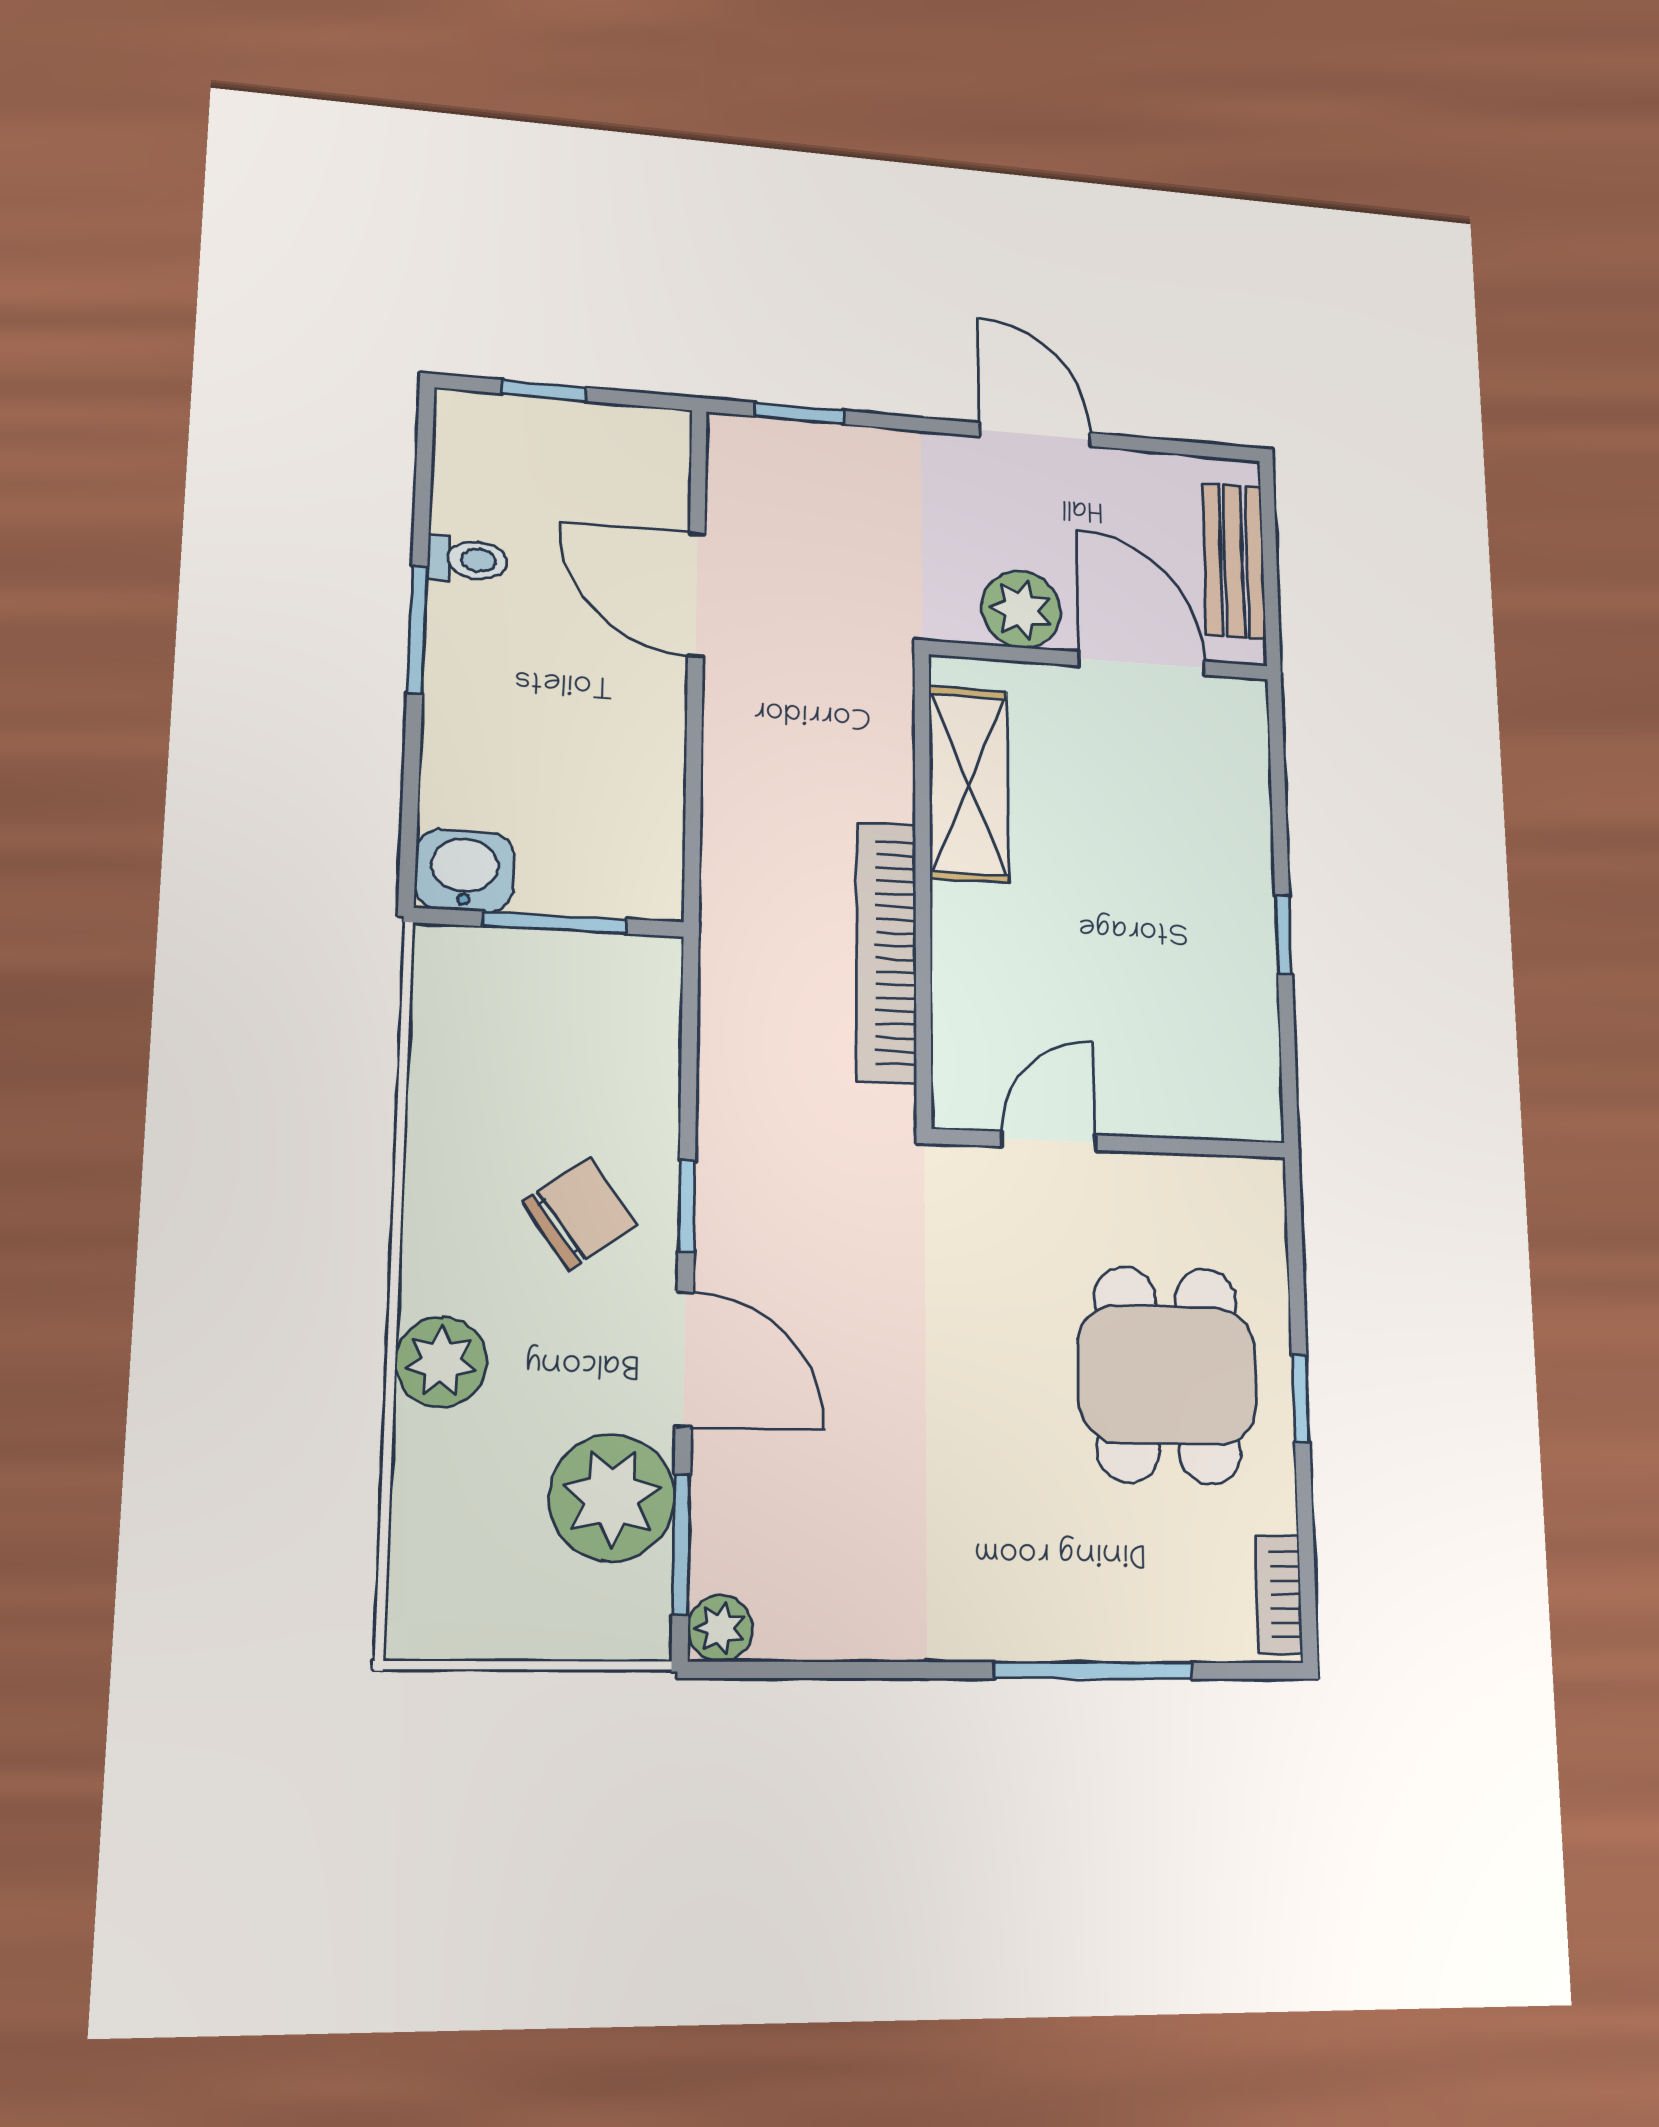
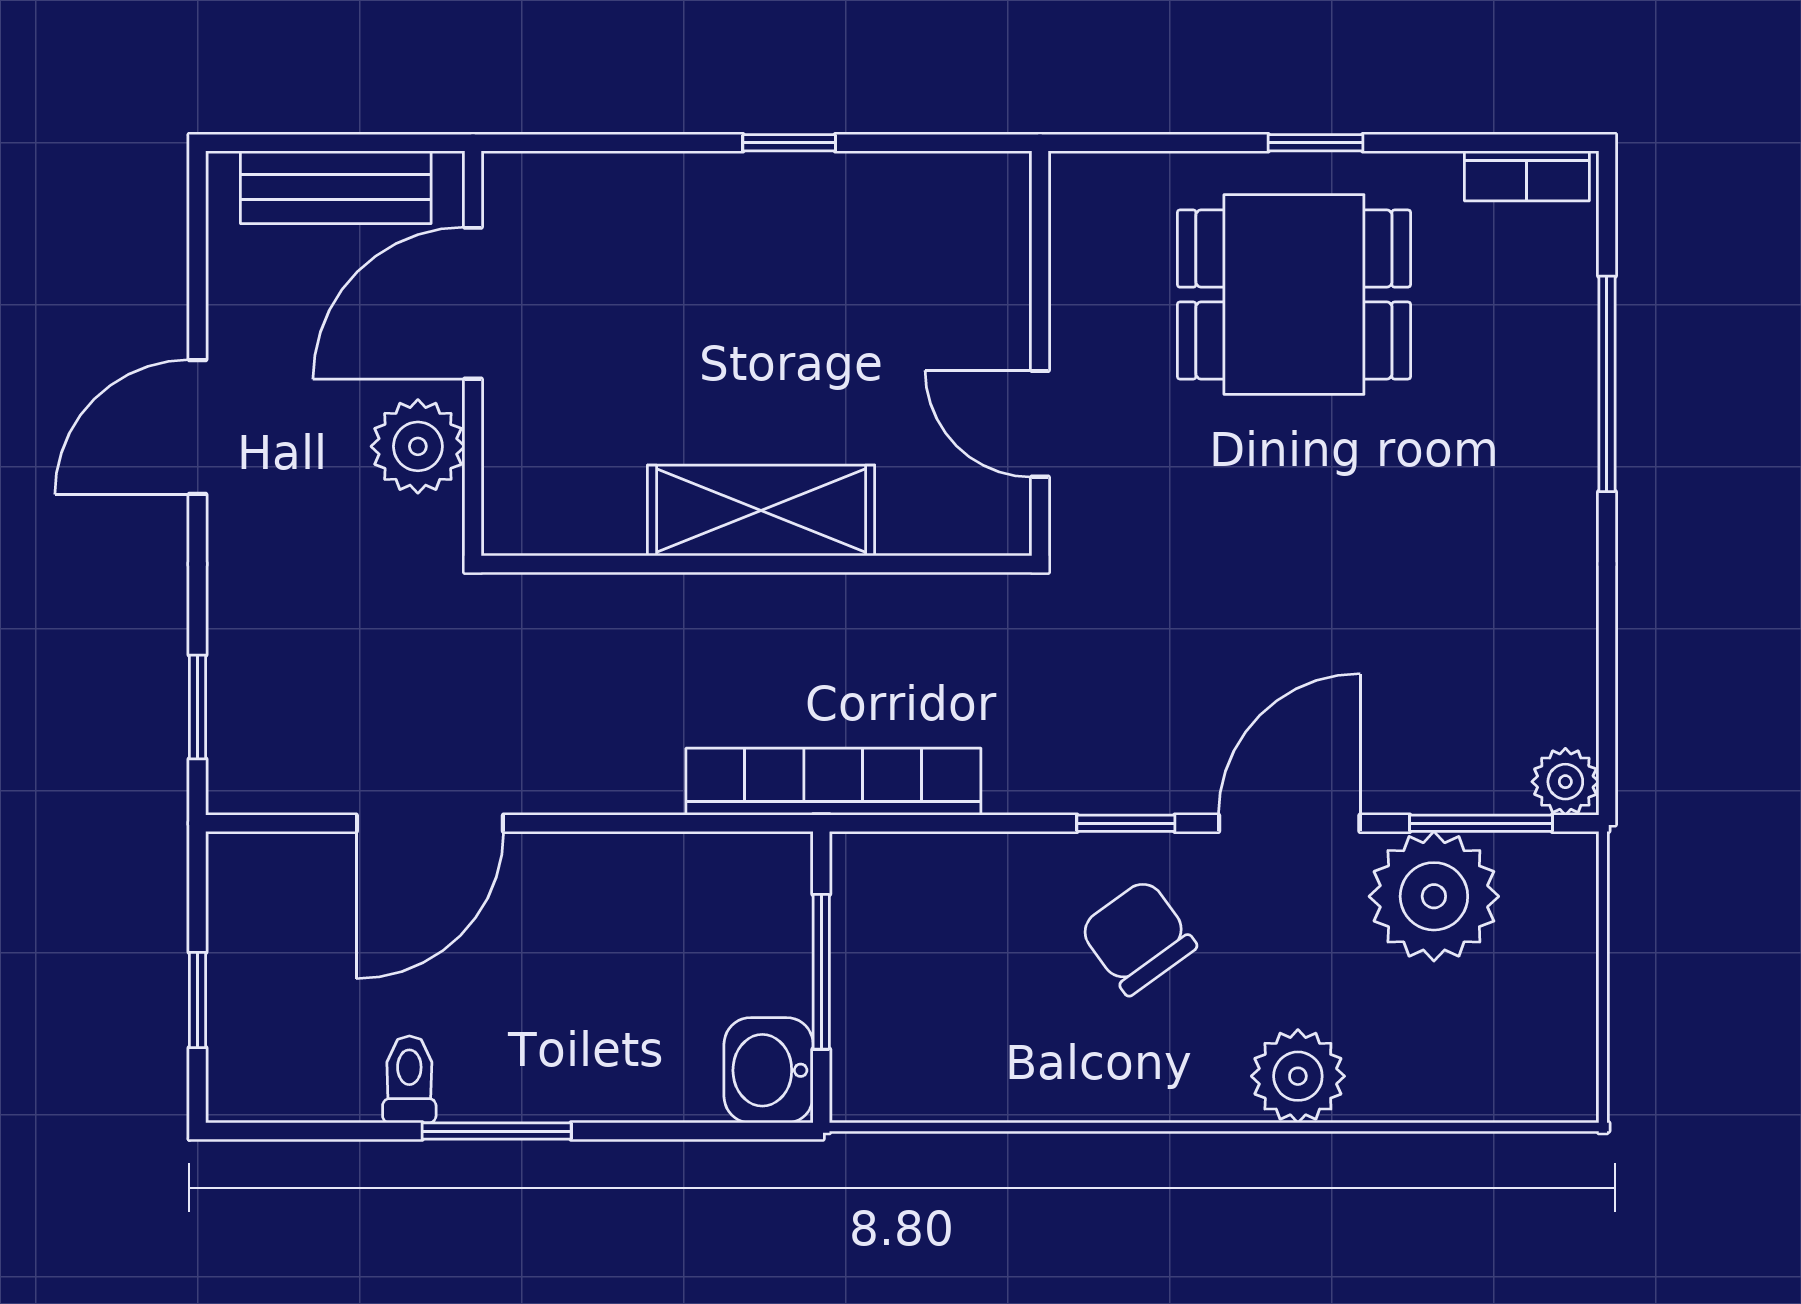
shelving: (969, 784) -> (761, 510), moved
bookcase: (886, 952) -> (833, 782), moved, turned 180

